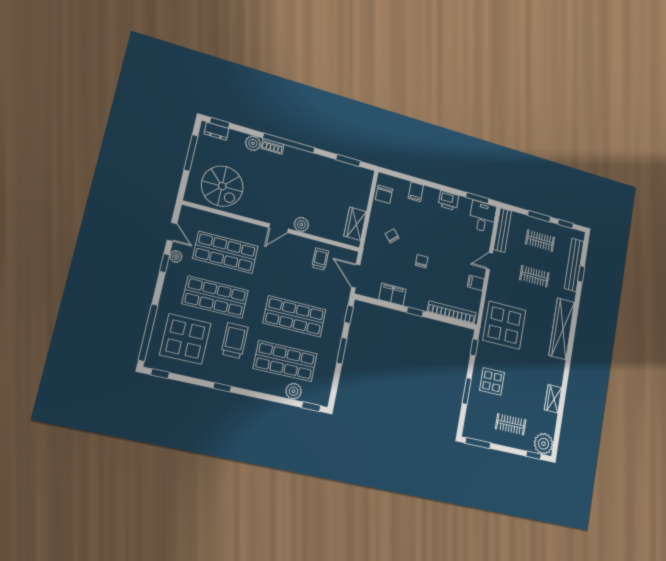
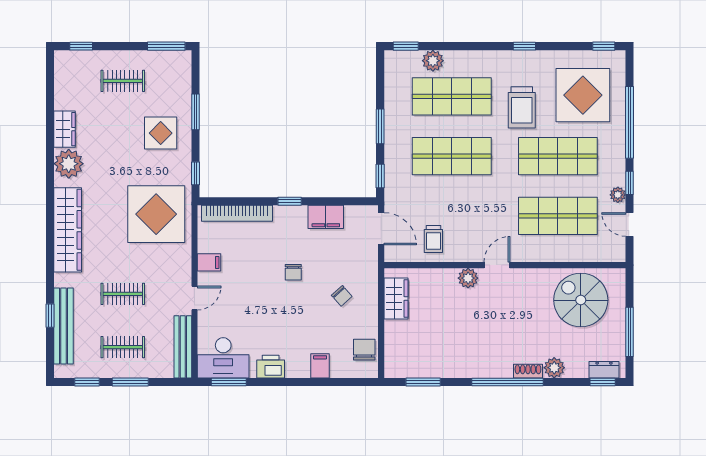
desk: (483, 217) -> (223, 358), width x1.37
window: (148, 333) -> (630, 122), moved
plant: (544, 444) -> (69, 164), moved

